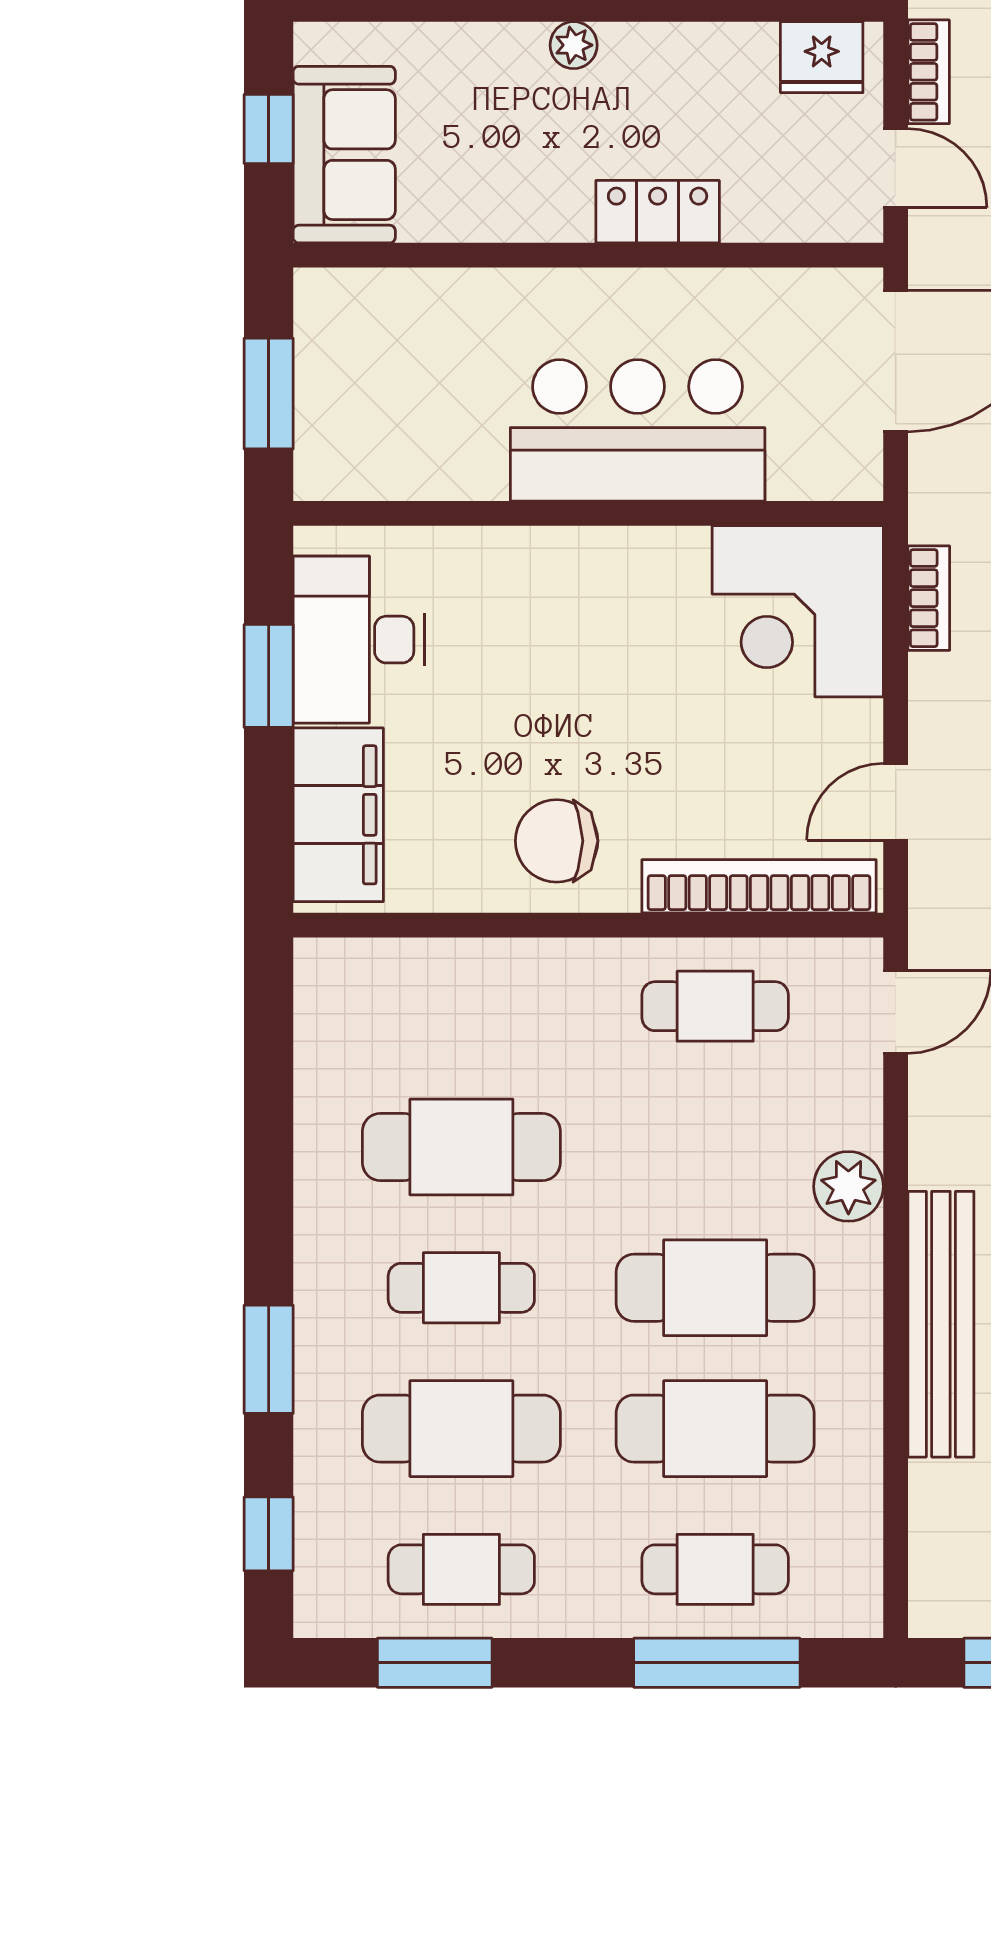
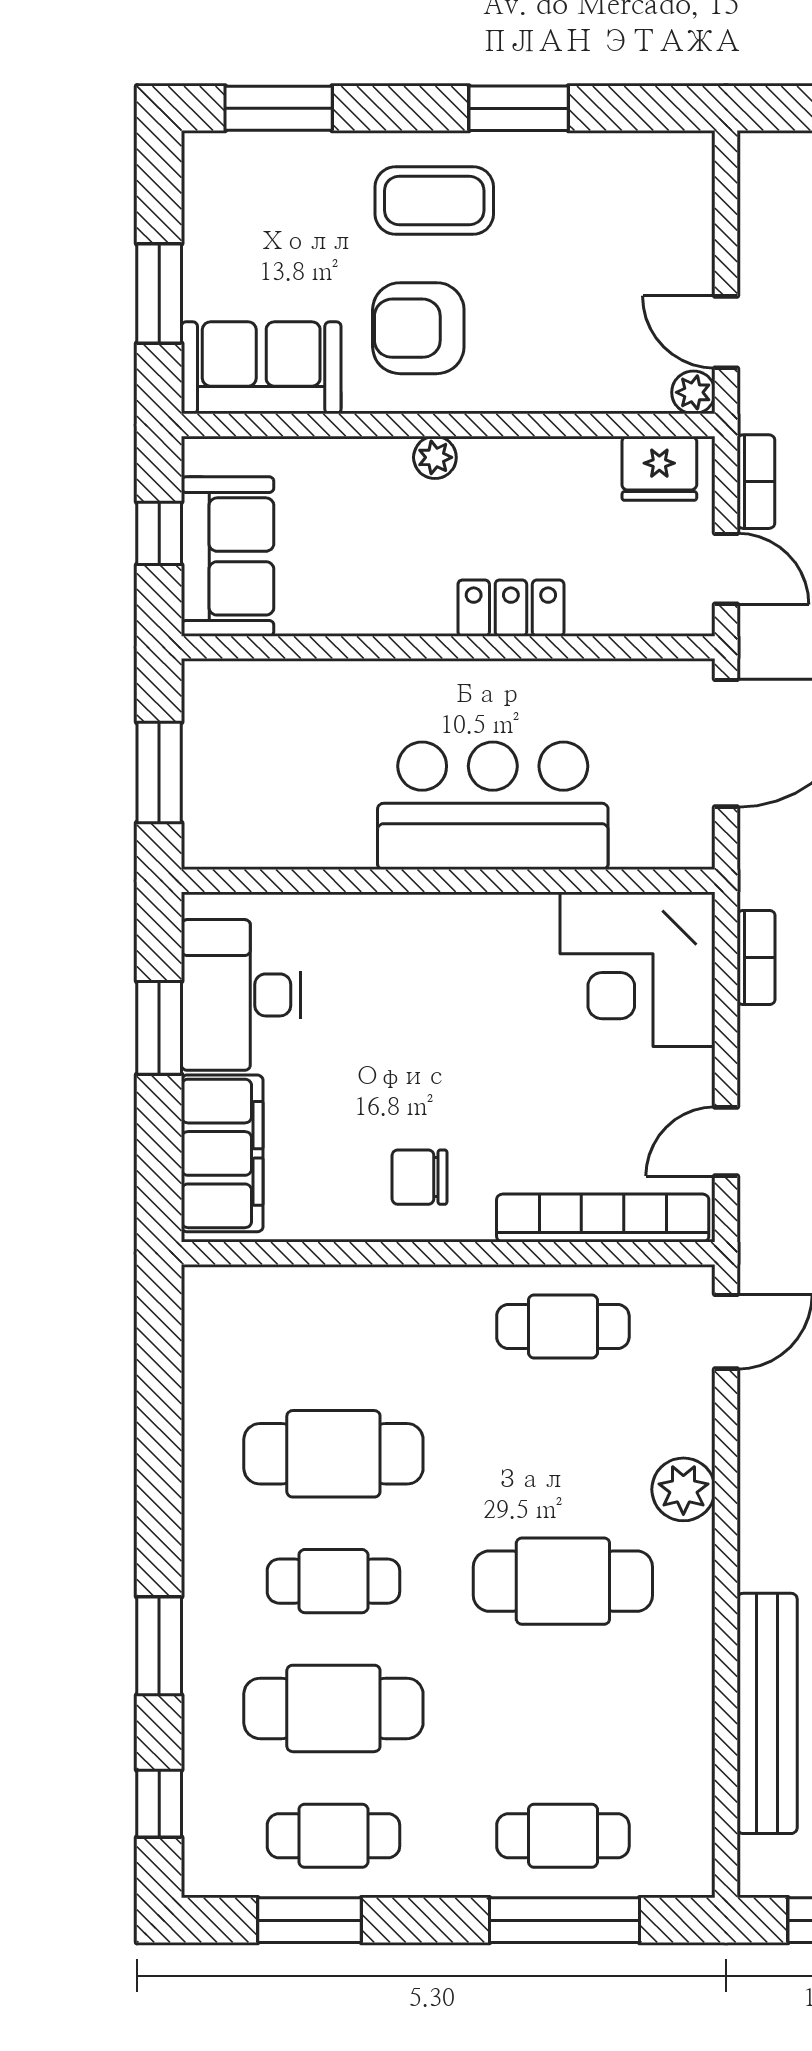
chair: (557, 841) -> (420, 1177), width x0.73, depth x0.73
bench: (941, 1324) -> (767, 1713), moved
cafe table: (715, 1429) -> (563, 1708), removed

